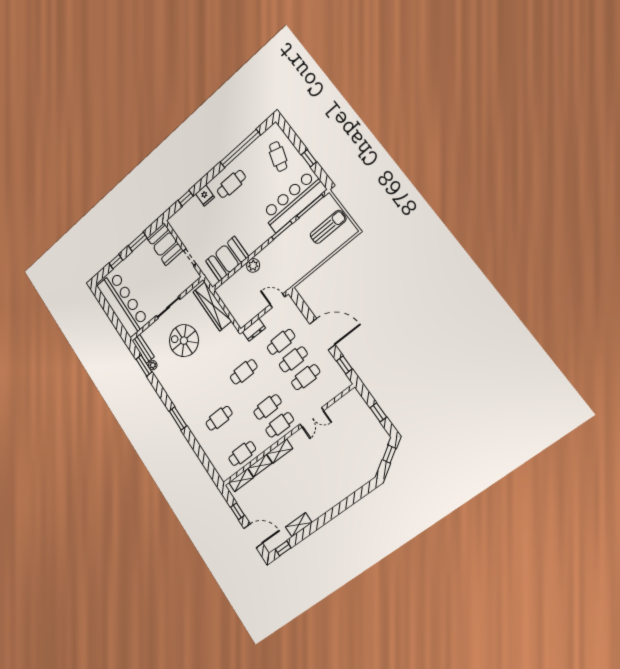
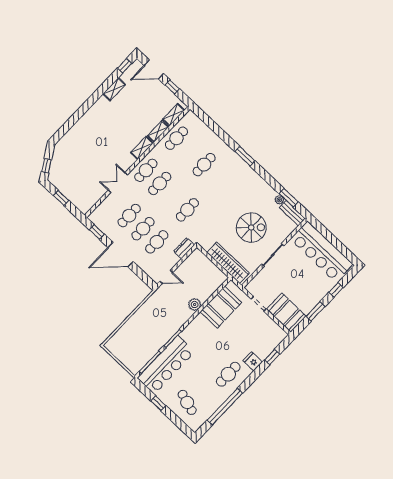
sun lounger: (328, 227) -> (131, 346), removed

